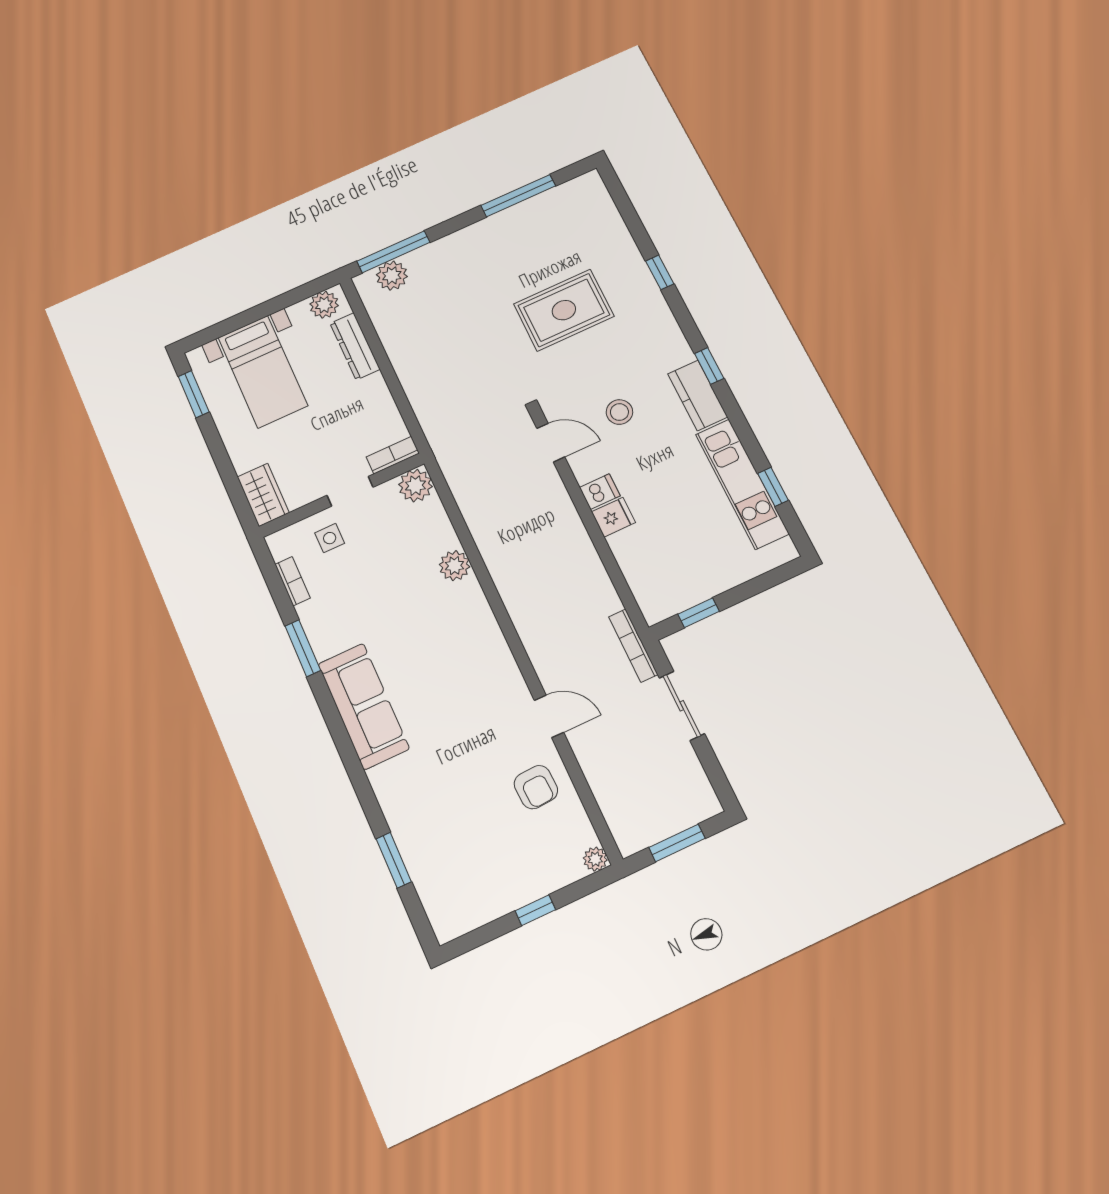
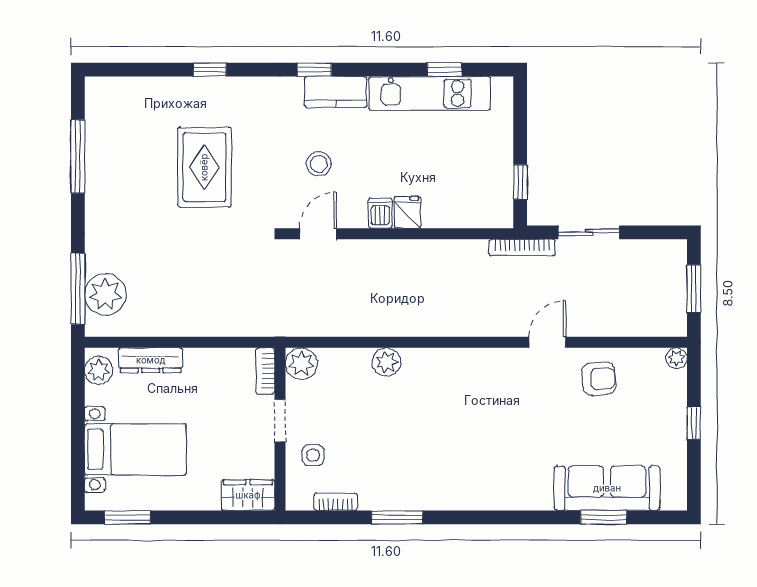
plant: (392, 276) -> (105, 294), width x1.36, depth x1.36
sofa: (363, 706) -> (607, 488), moved

